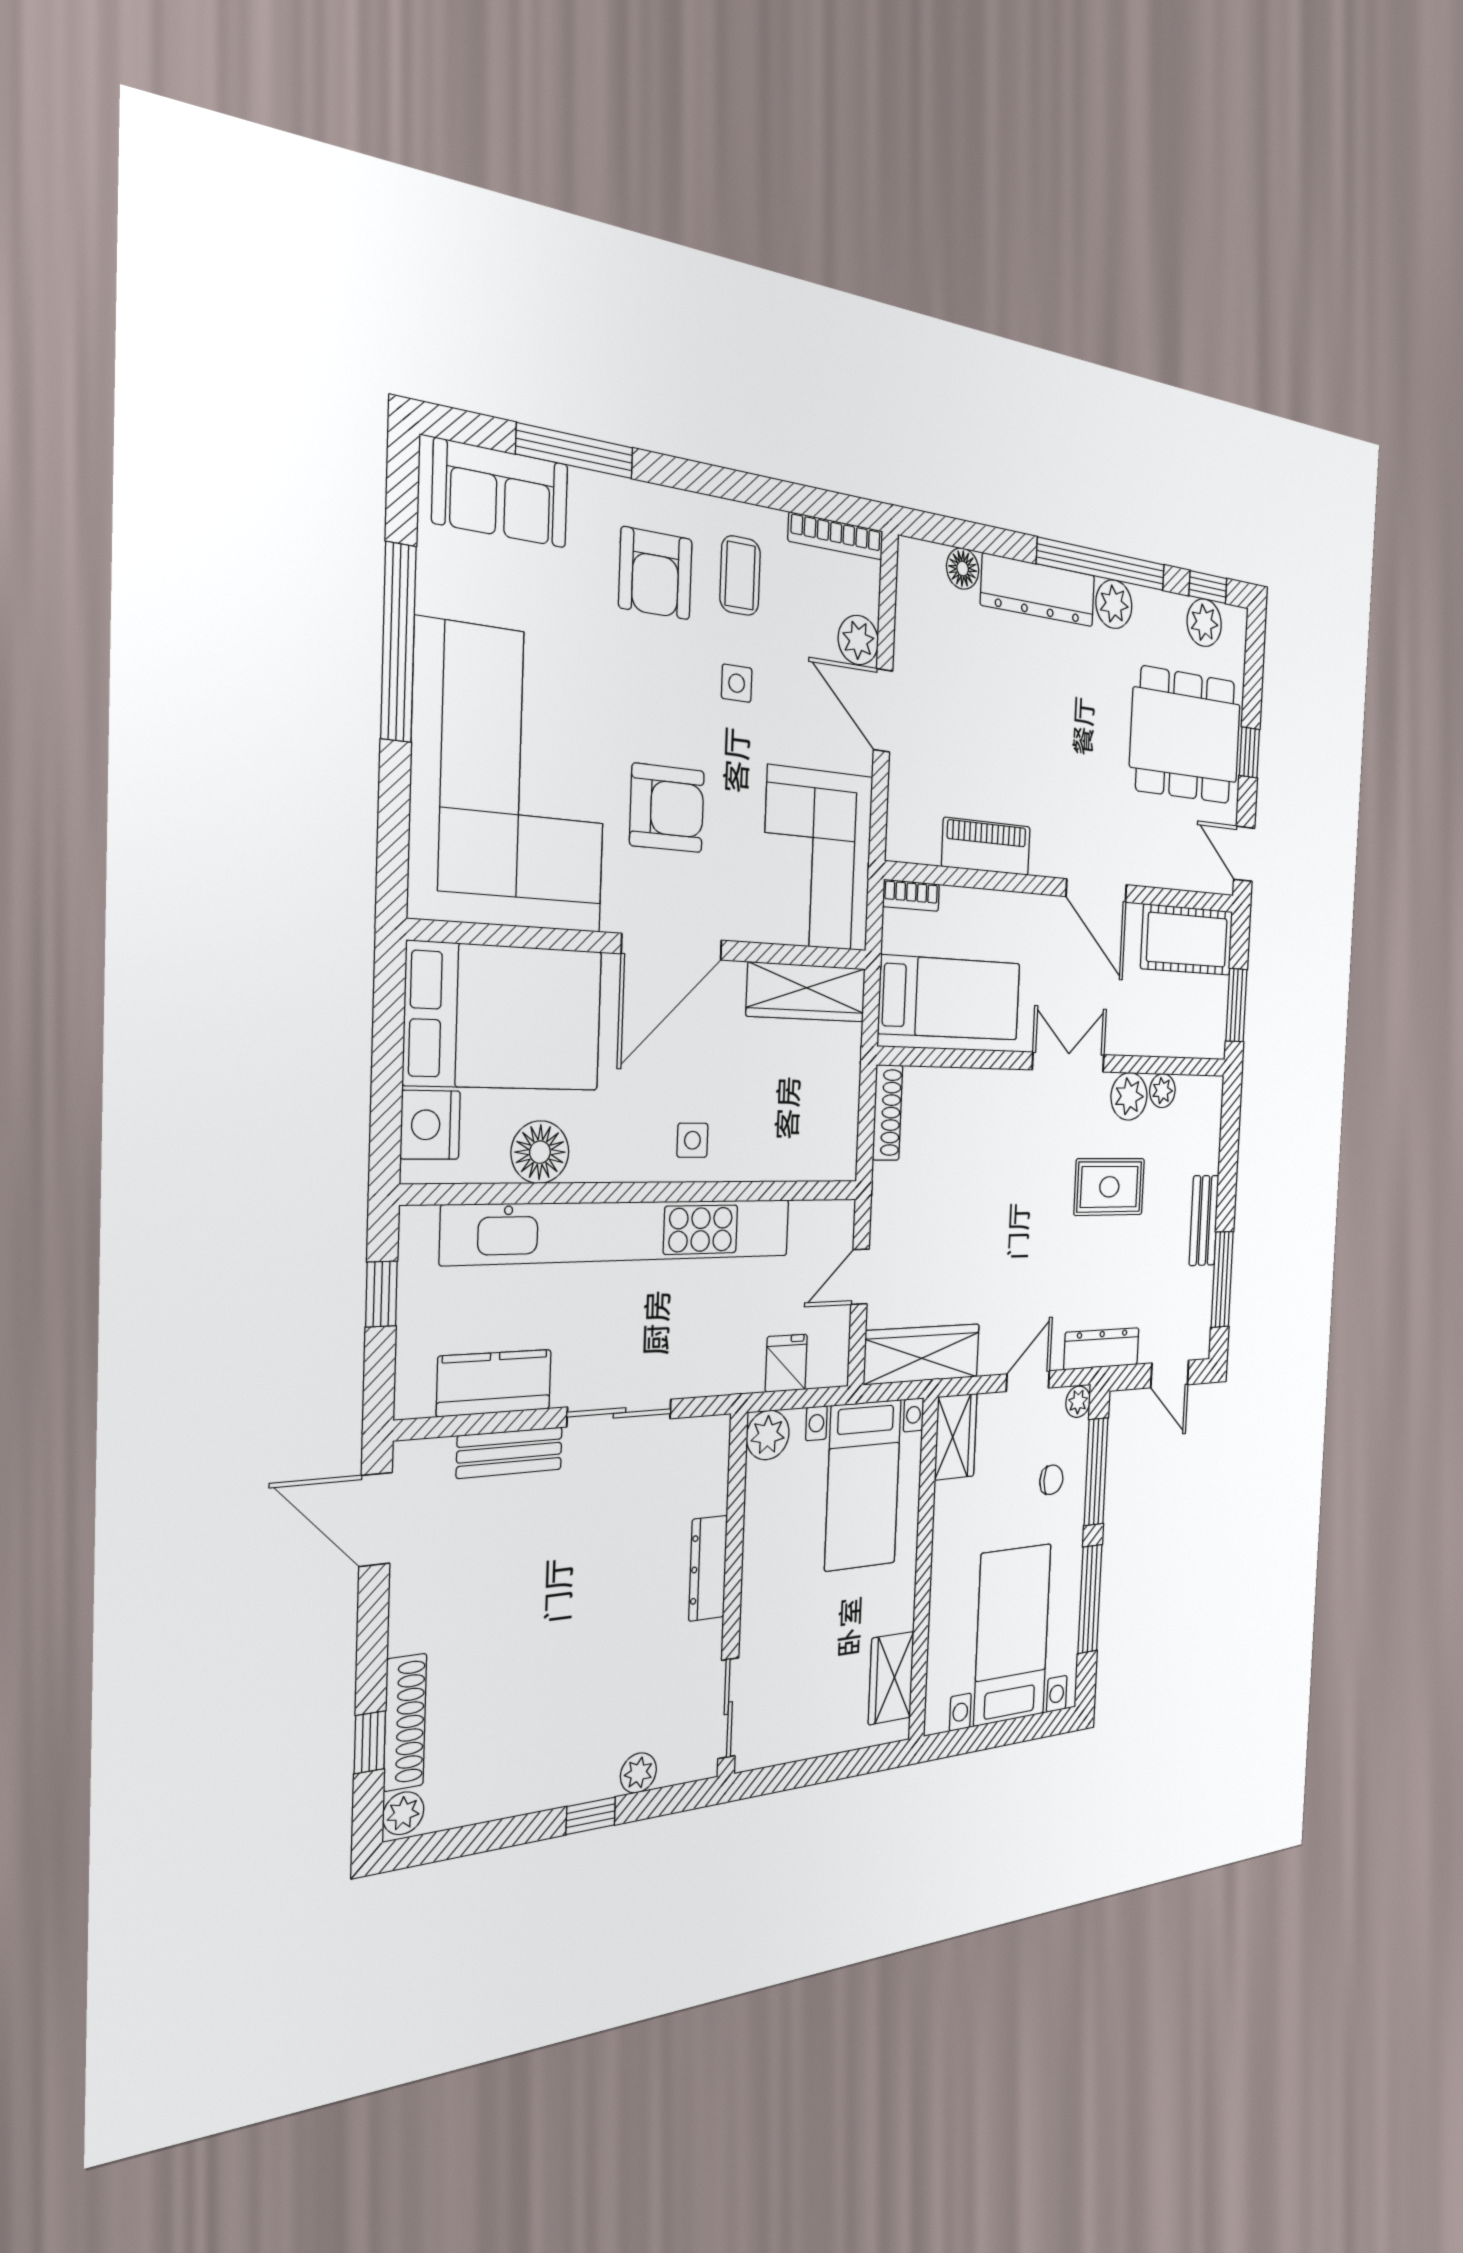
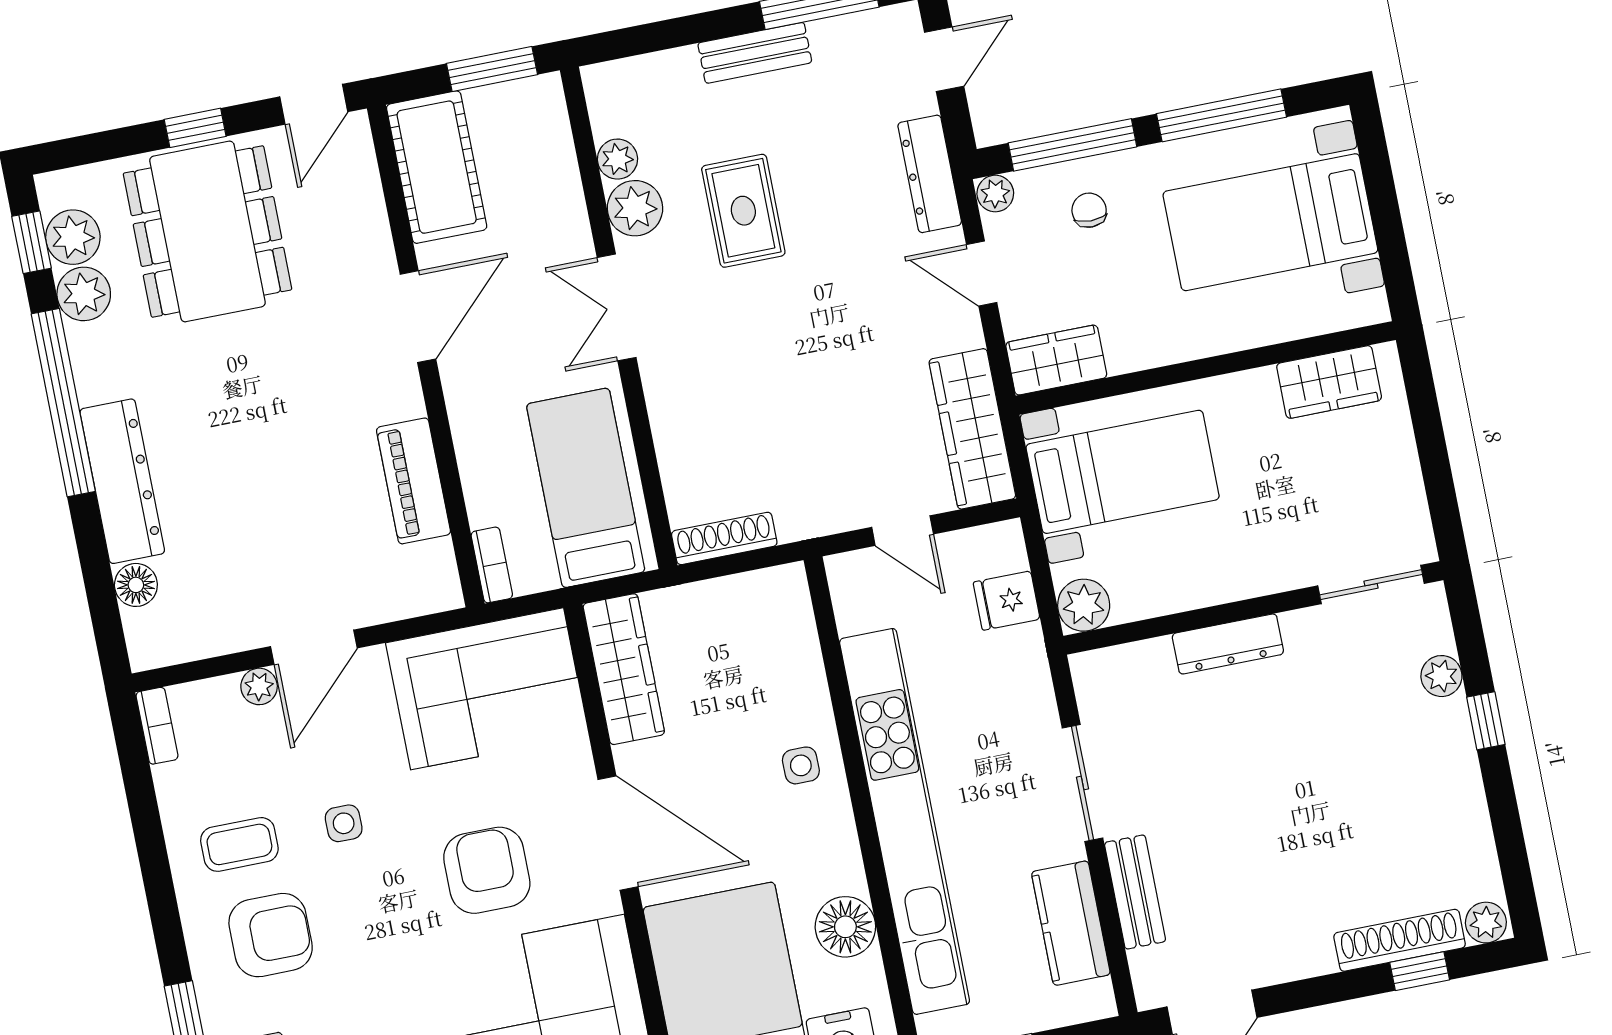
bookcase: (836, 536) -> (157, 726), width x0.64
plant: (1114, 604) -> (84, 294), moved
plant: (858, 640) -> (259, 686), width x0.73, depth x0.73

